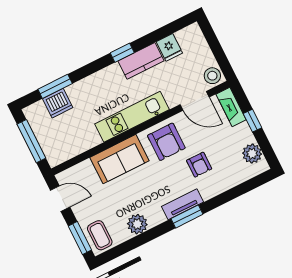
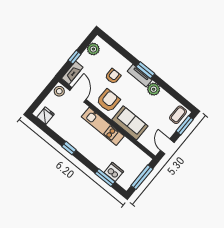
fridge: (169, 47) -> (46, 116), moved
kitchen counter: (141, 61) -> (69, 135), removed
plant: (137, 224) -> (154, 89), moved

